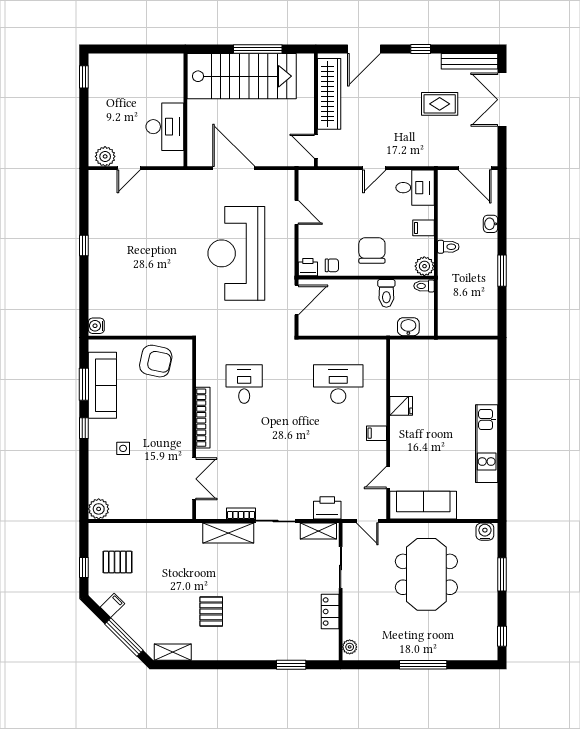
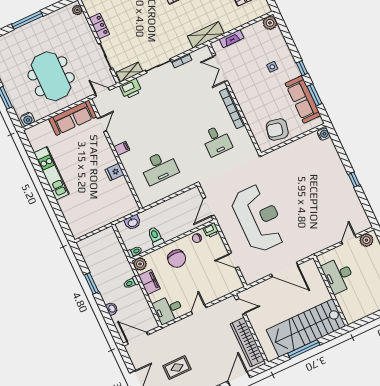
filing cabinet: (423, 228) -> (149, 282), width x2.00
fireplace: (160, 512) -> (232, 39), added
shelving: (228, 533) -> (206, 35), moved

